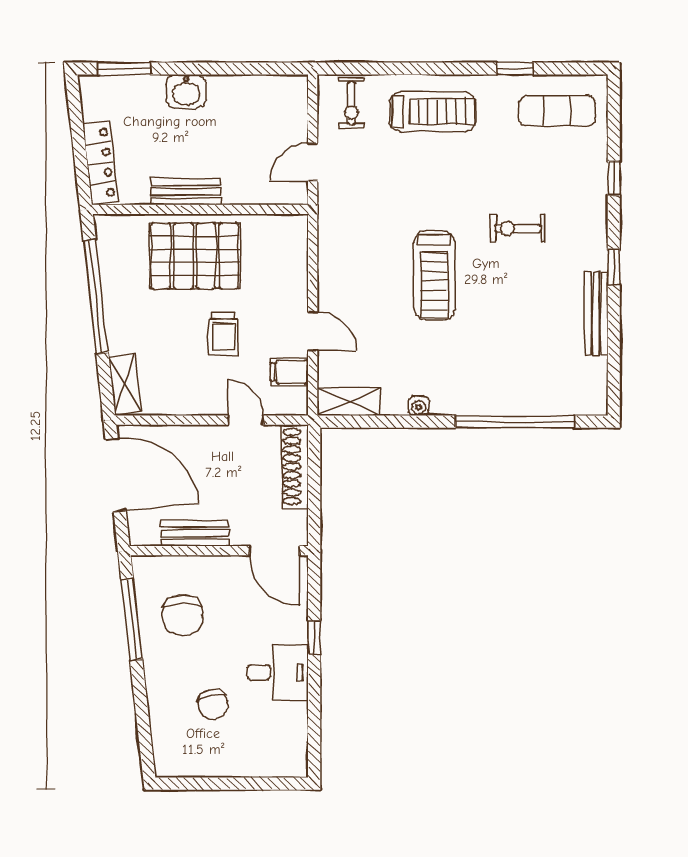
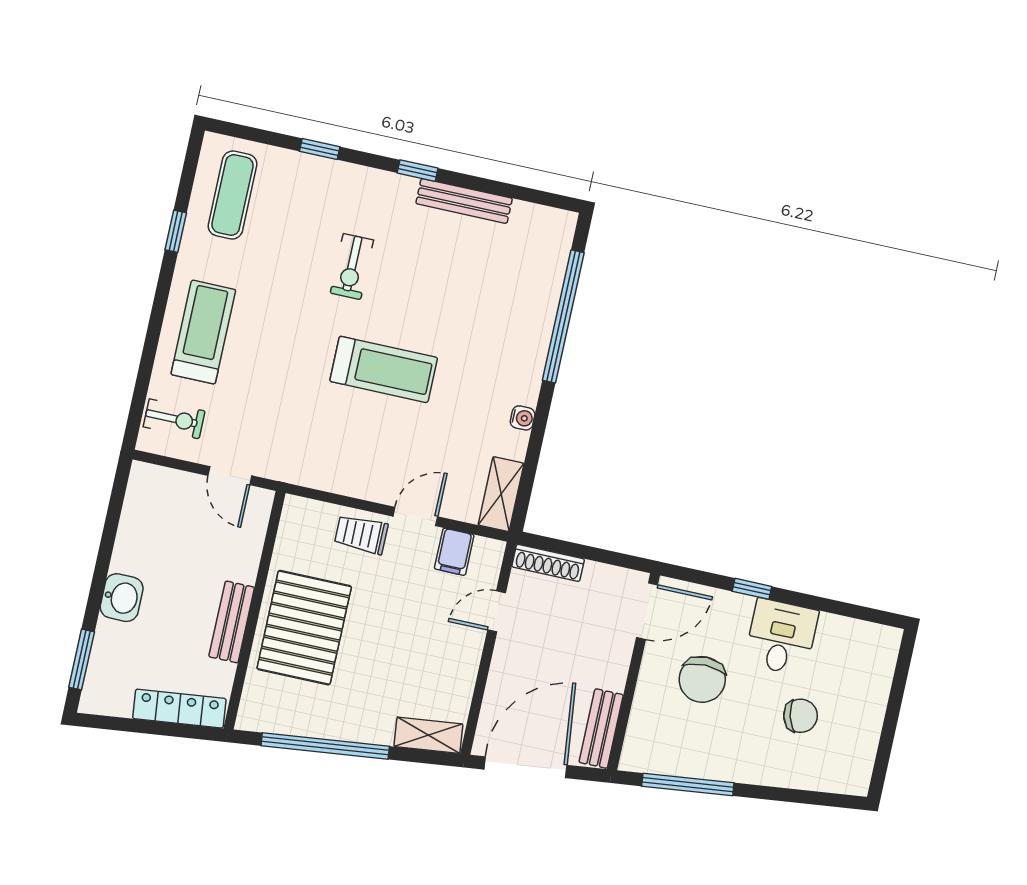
trolley: (223, 334) -> (361, 534), moved, turned 180
shoe rack: (295, 467) -> (548, 563), width x0.74, depth x0.81
bench: (195, 533) -> (601, 729), moved
chair: (182, 615) -> (702, 679), moved, turned 90

